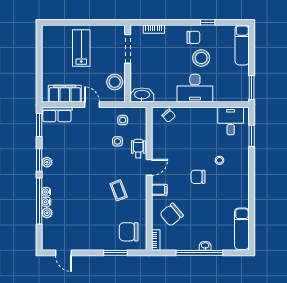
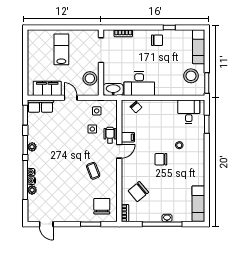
stool: (201, 58) -> (191, 76), moved
desk: (195, 88) -> (139, 84), moved
filing cabinet: (159, 190) -> (128, 137), moved
chair: (129, 232) -> (102, 206), turned 90

